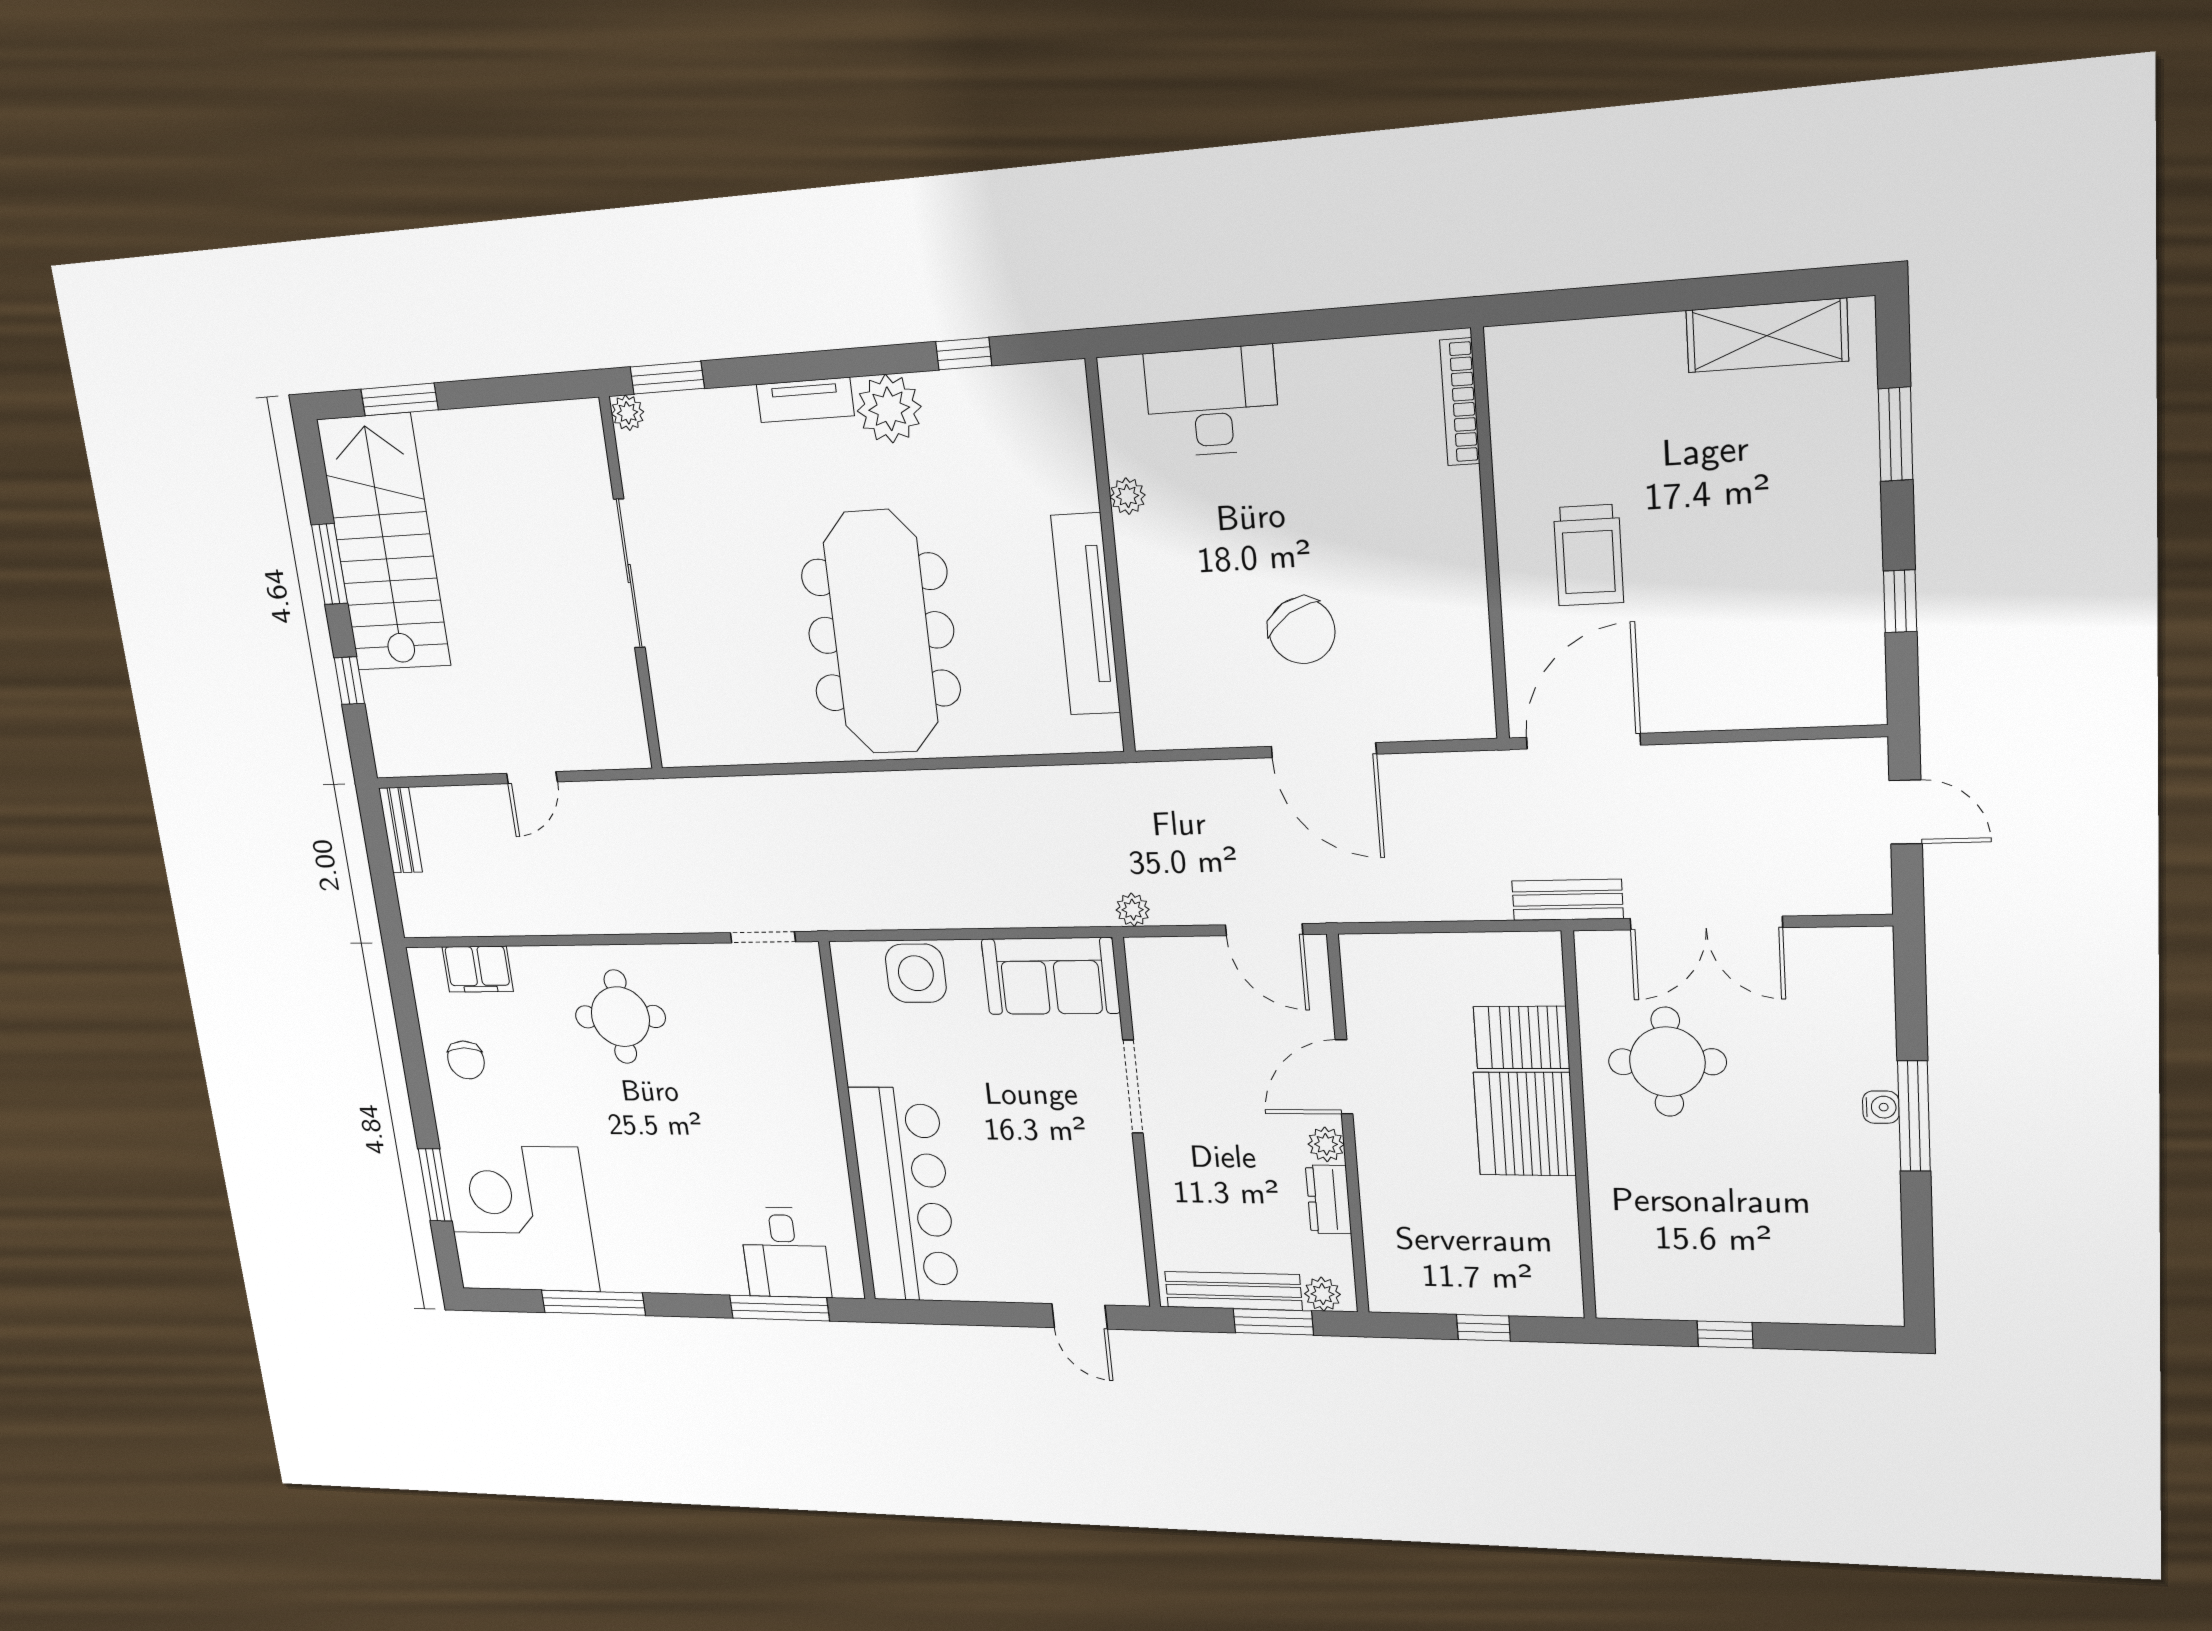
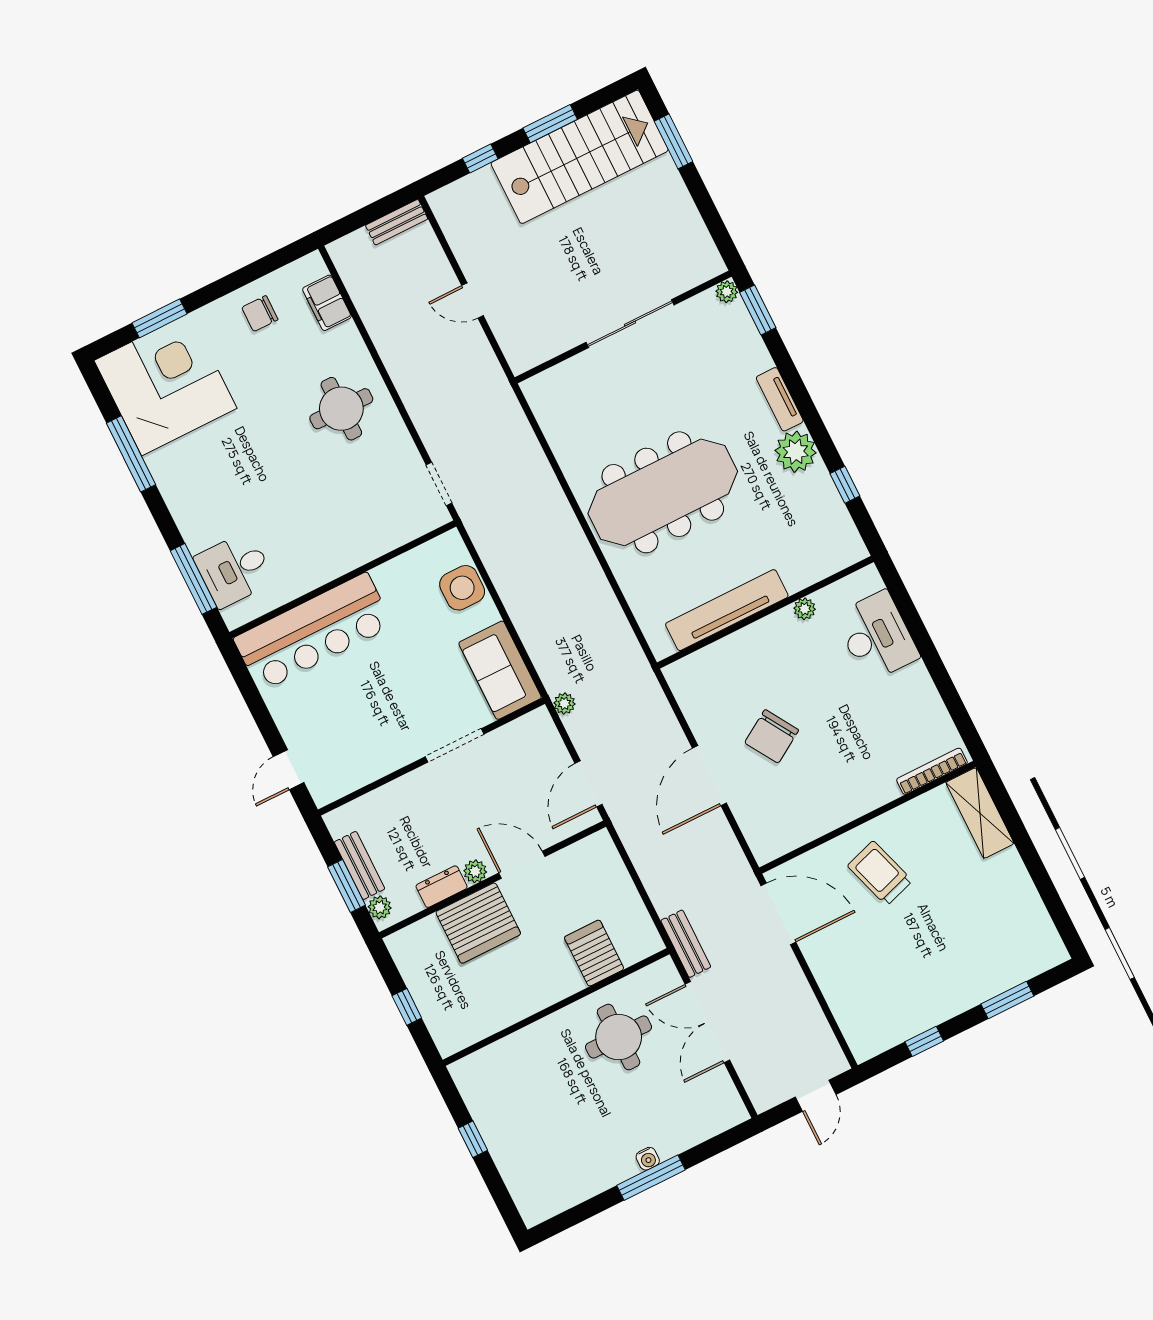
shelving: (1767, 336) -> (980, 813), moved
trolley: (1589, 555) -> (880, 873), turned 72
server rack: (1525, 1124) -> (478, 923), moved, turned 180
bench: (1233, 1291) -> (360, 865), width x0.73

